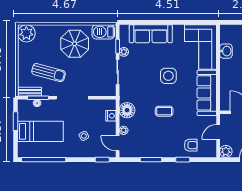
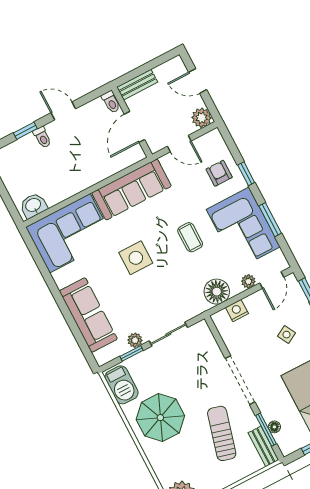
washbasin: (226, 51) -> (33, 206), moved
corner sofa: (154, 143) -> (243, 228), added

